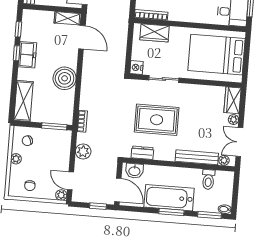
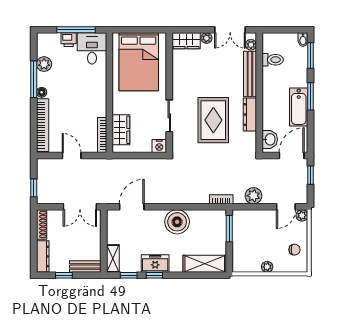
shelving: (68, 18) -> (113, 259), moved
chair: (27, 141) -> (247, 256), removed
dresser: (142, 153) -> (250, 115), moved, width x1.44
bathtub: (169, 198) -> (299, 107), width x0.73, depth x0.73

